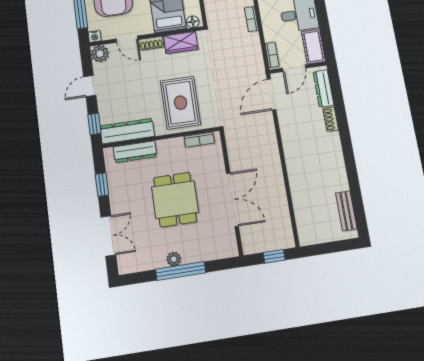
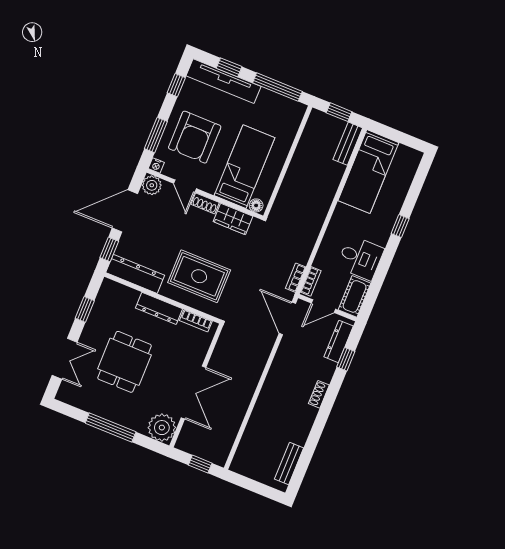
bookcase: (251, 19) -> (296, 278), moved
door: (90, 86) -> (125, 211), width x1.87
door: (272, 94) -> (287, 318), hinge flipped
window: (338, 99) -> (346, 359), added
rug: (180, 103) -> (199, 276), turned 90
shoe rack: (331, 119) -> (319, 394), moved
dresser: (135, 152) -> (159, 308), moved
dining table: (175, 200) -> (125, 362), moved
plant: (174, 259) -> (162, 428), moved, width x1.87, depth x1.87

